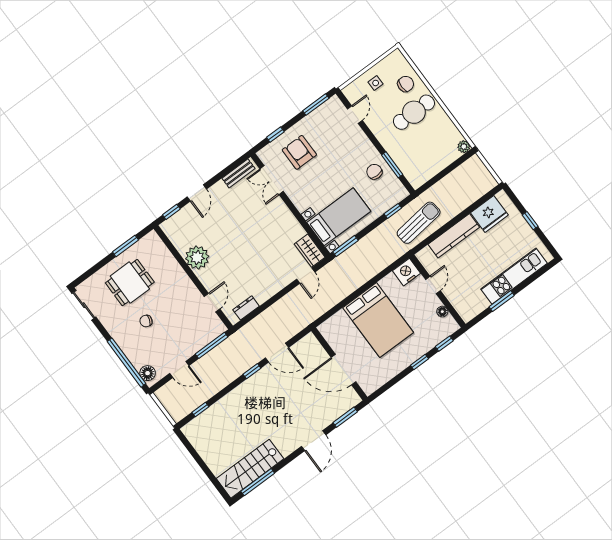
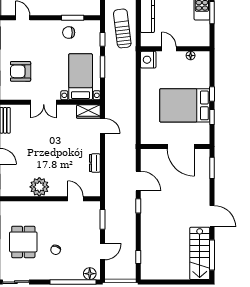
double door: (272, 180) -> (44, 102), moved
window: (345, 246) -> (102, 67), moved
dresser: (246, 308) -> (95, 163), moved
bed: (378, 320) -> (185, 105), moved, turned 180
window: (444, 344) -> (212, 117), moved
window: (212, 345) -> (102, 219), width x0.69
door: (277, 353) -> (138, 181), hinge flipped
door: (344, 370) -> (181, 146), hinge flipped
door: (314, 441) -> (212, 216), moved

